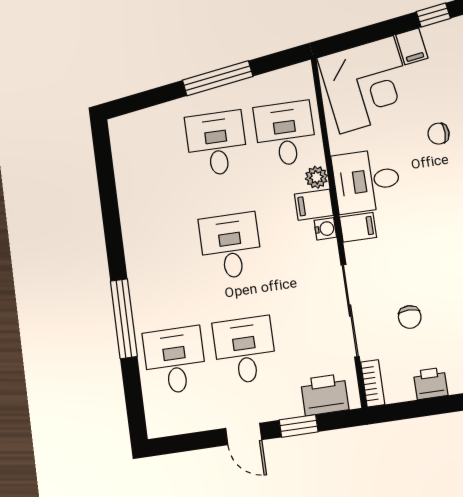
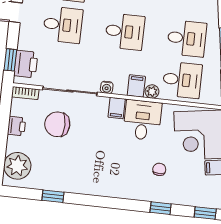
water cooler: (325, 229) -> (107, 87), moved
chair: (410, 317) -> (57, 124), width x1.87, depth x1.87
window: (299, 426) -> (10, 60), moved

